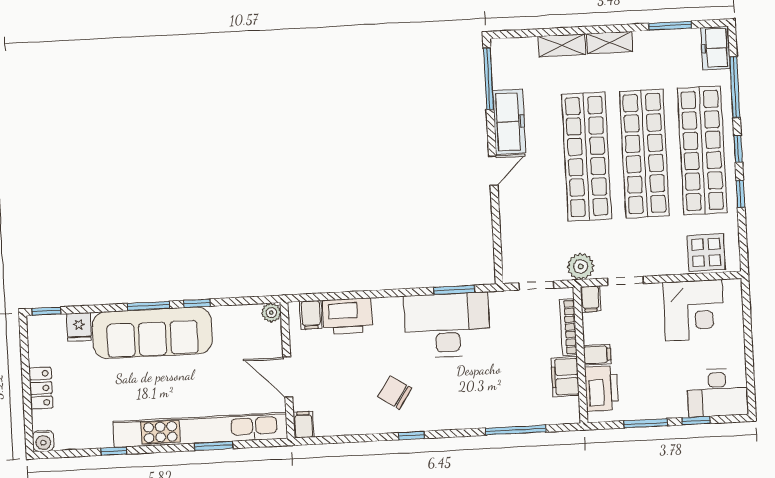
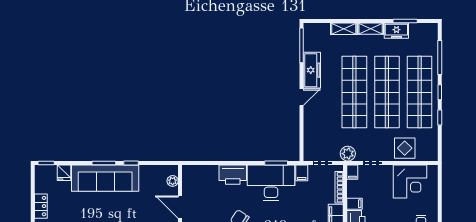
freezer: (716, 48) -> (396, 31), moved, turned -90
display table: (706, 252) -> (405, 148), moved
plant: (271, 313) -> (173, 181), moved
filing cabinet: (311, 315) -> (302, 173), moved
printer: (348, 316) -> (233, 175), moved

